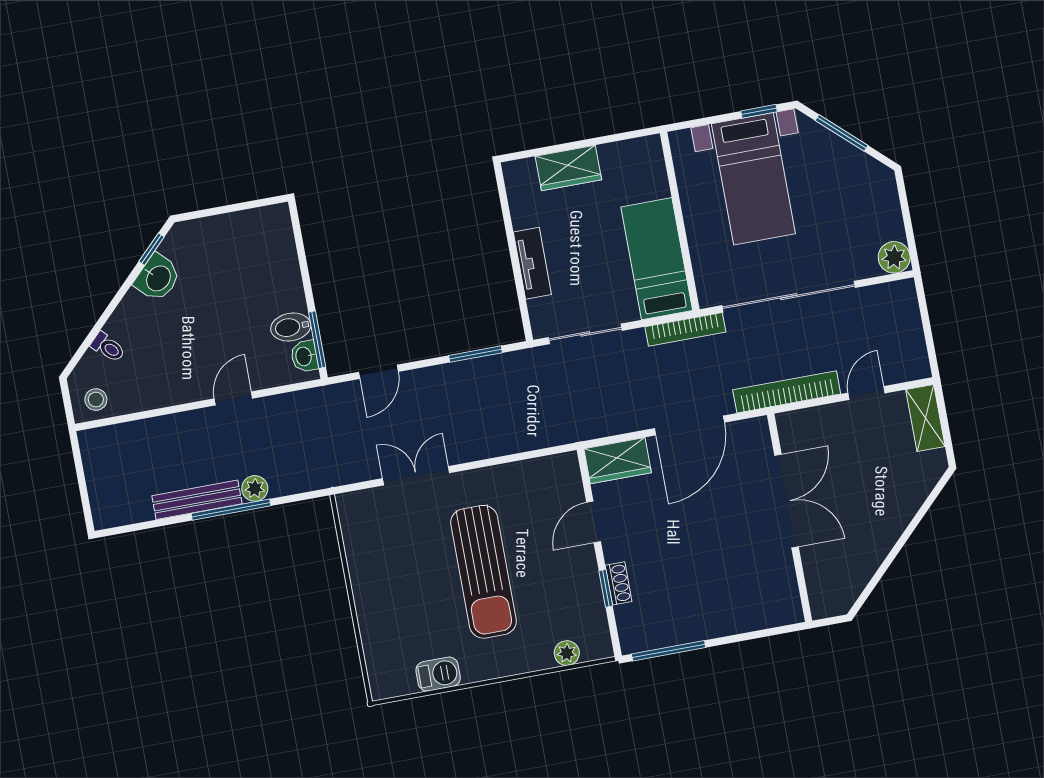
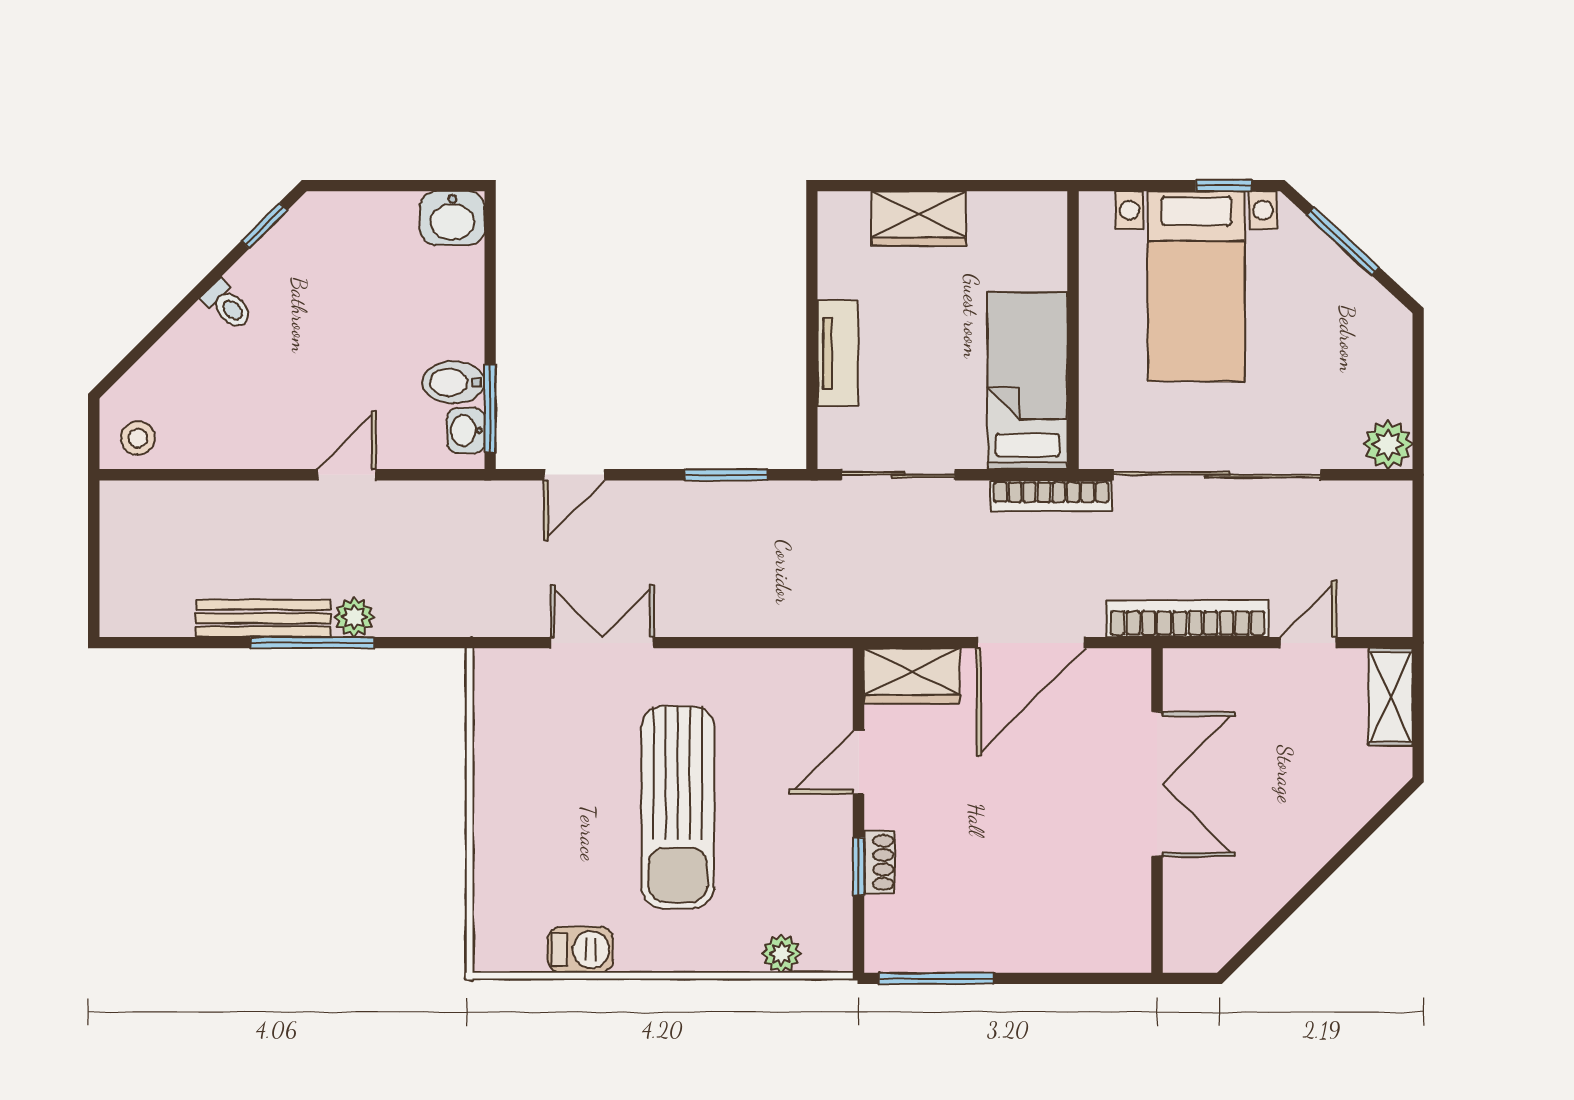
washbasin: (158, 278) -> (452, 218), moved, turned 45
toilet: (108, 347) -> (228, 305), moved

